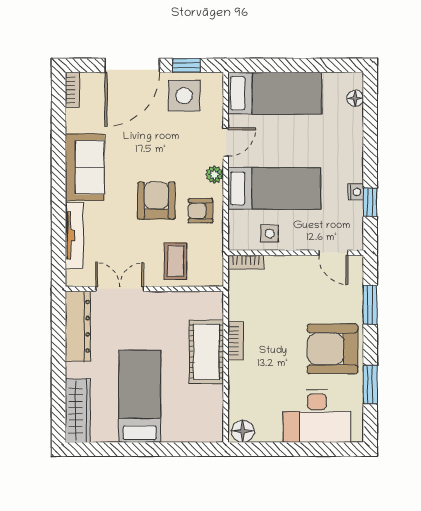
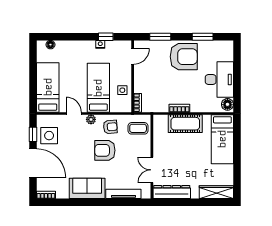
armchair: (201, 211) -> (110, 127), turned -94
coffee table: (176, 261) -> (138, 128), moved
armchair: (333, 349) -> (184, 57), turned -90
bed: (140, 396) -> (222, 139), moved, turned -90
desk: (317, 416) -> (219, 80), moved

